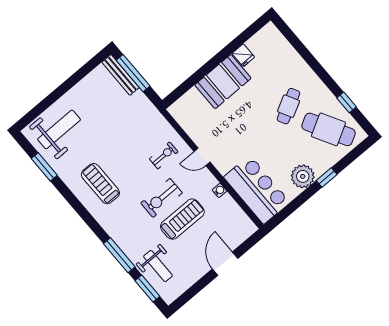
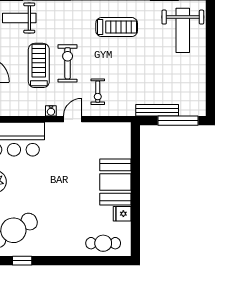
bench: (120, 75) -> (157, 110), moved
cafe table: (289, 106) -> (103, 243), moved, turned -62
water cooler: (219, 190) -> (51, 111), moved
treadmill: (182, 219) -> (39, 65), turned 180

